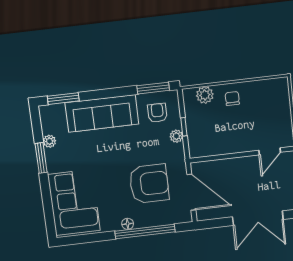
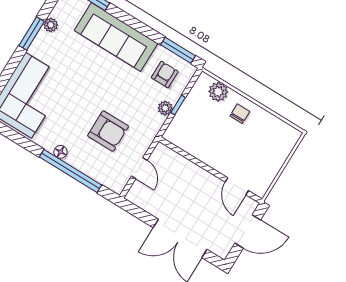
door: (270, 151) -> (237, 186), hinge flipped
armchair: (149, 184) -> (108, 131), width x0.73, depth x0.73
door: (191, 192) -> (139, 168), width x0.53

